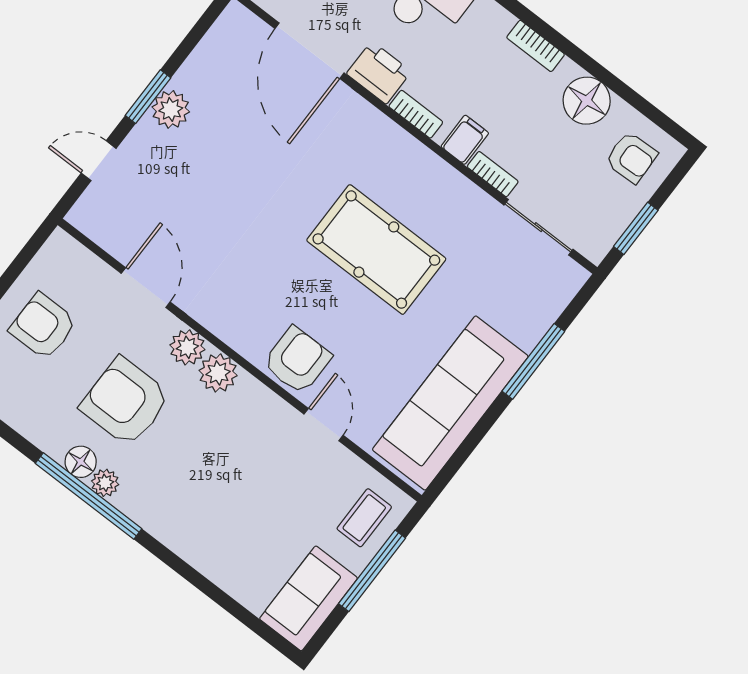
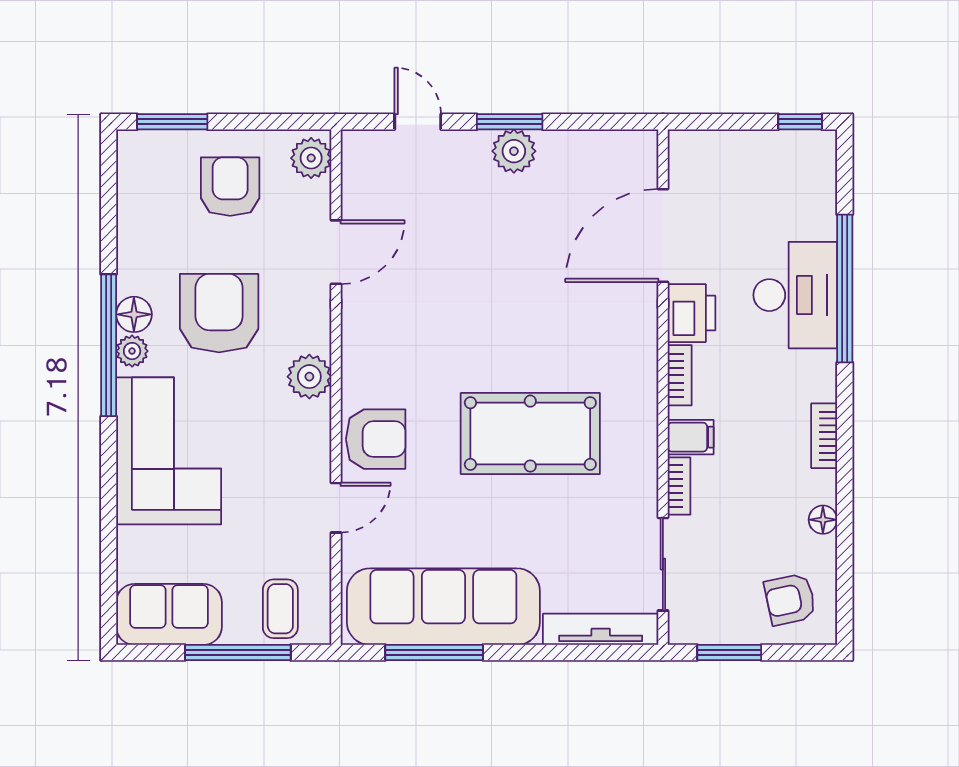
floor lamp: (587, 101) -> (823, 520), width x0.53, depth x0.53
armchair: (631, 157) -> (790, 599), turned 80
pool table: (376, 250) -> (530, 434), turned 90
tv unit: (551, 306) -> (601, 629), added
plant: (187, 347) -> (311, 158), moved
window: (533, 361) -> (434, 653), moved
corner sofa: (194, 511) -> (169, 451), added
coffee table: (364, 518) -> (280, 609), turned 90

